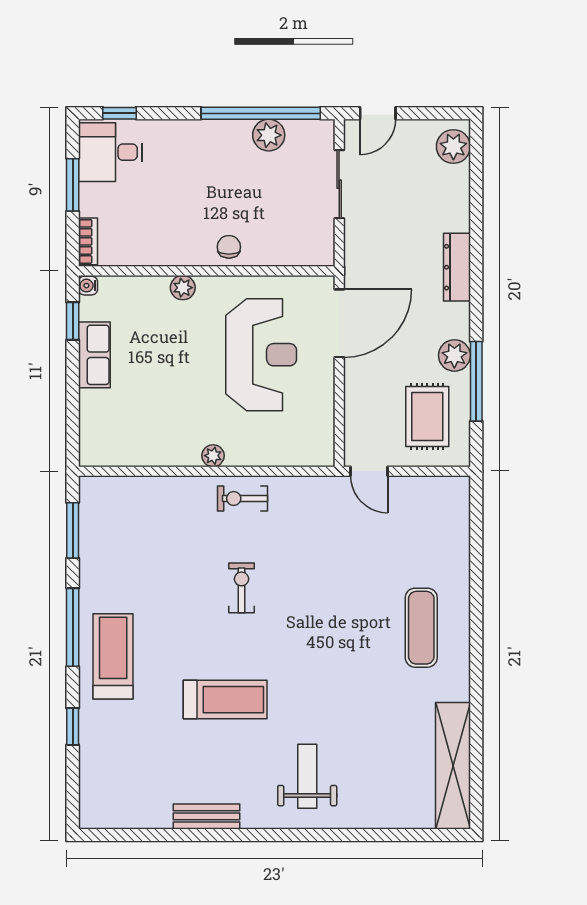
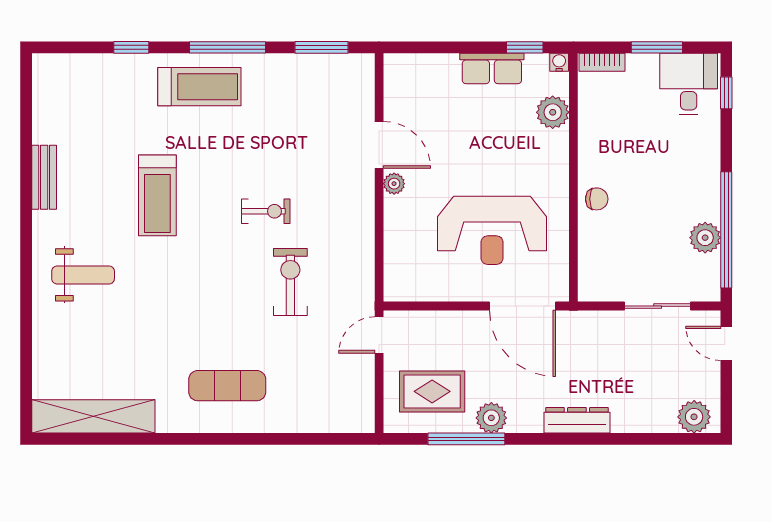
plant: (183, 288) -> (553, 112), moved, width x1.38, depth x1.38
door: (173, 471) -> (379, 145), added
exercise bike: (243, 498) -> (290, 282), moved, width x1.38, depth x1.39

